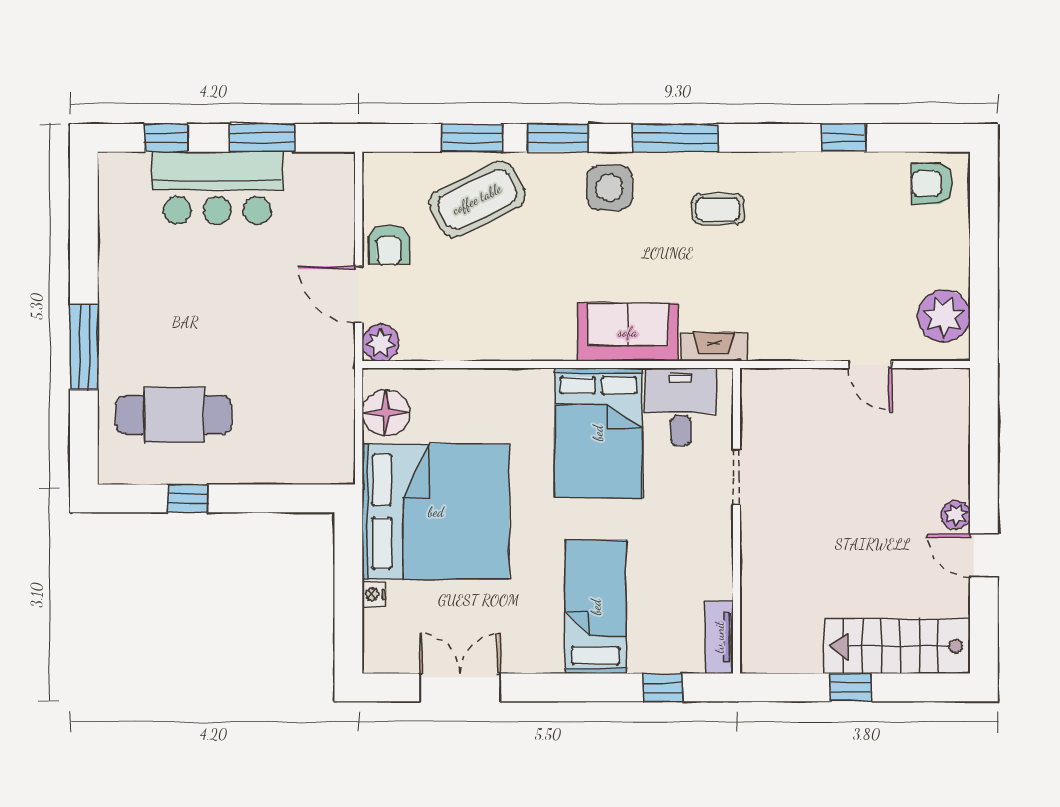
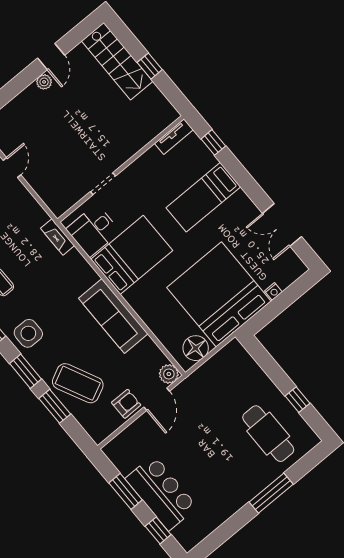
sofa: (628, 332) -> (113, 316), moved, width x1.36

